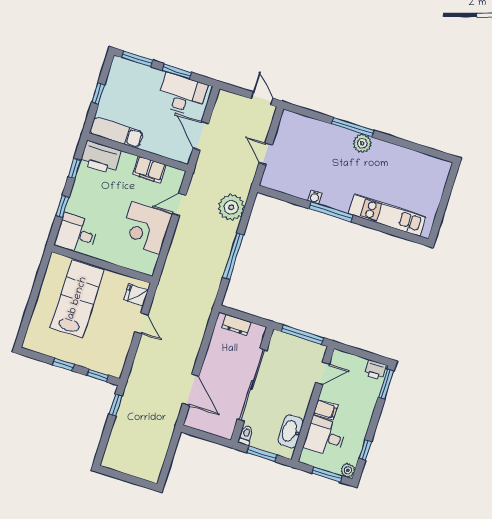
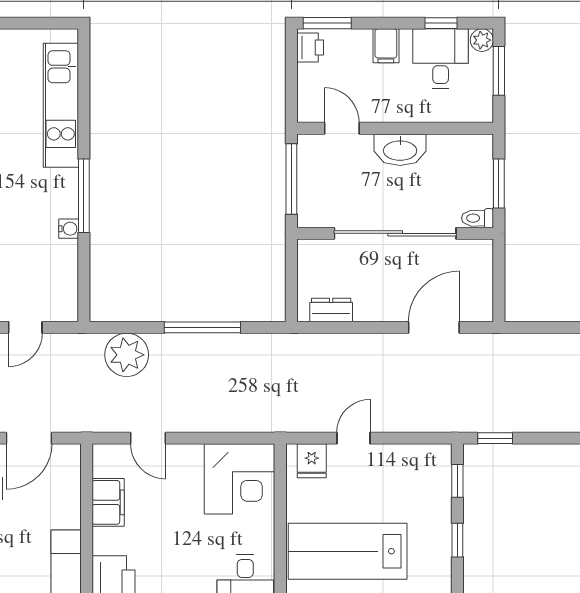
corner desk: (146, 228) -> (240, 479), moved
dresser: (236, 325) -> (331, 310), moved, turned -90
filing cabinet: (325, 410) -> (386, 46), moved, turned 180
washbasin: (291, 431) -> (400, 150), moved
desk: (325, 437) -> (441, 59), moved, turned 180

